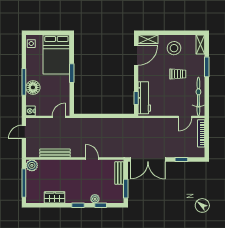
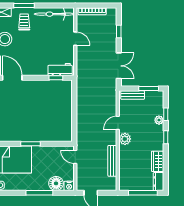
trolley: (178, 74) -> (24, 22), moved
floor lamp: (33, 87) -> (56, 183), moved
workbench: (144, 98) -> (60, 69), width x0.73
door: (185, 117) -> (75, 39), moved
double door: (148, 160) -> (119, 66), width x0.73
plant: (32, 165) -> (125, 139), moved
dresser: (35, 198) -> (158, 182), added

